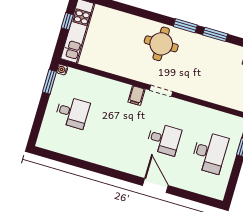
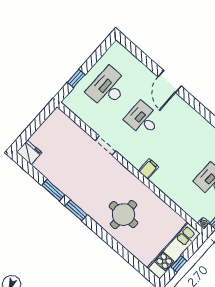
round table: (161, 44) -> (123, 215), moved
doorway: (161, 91) -> (106, 146), moved

